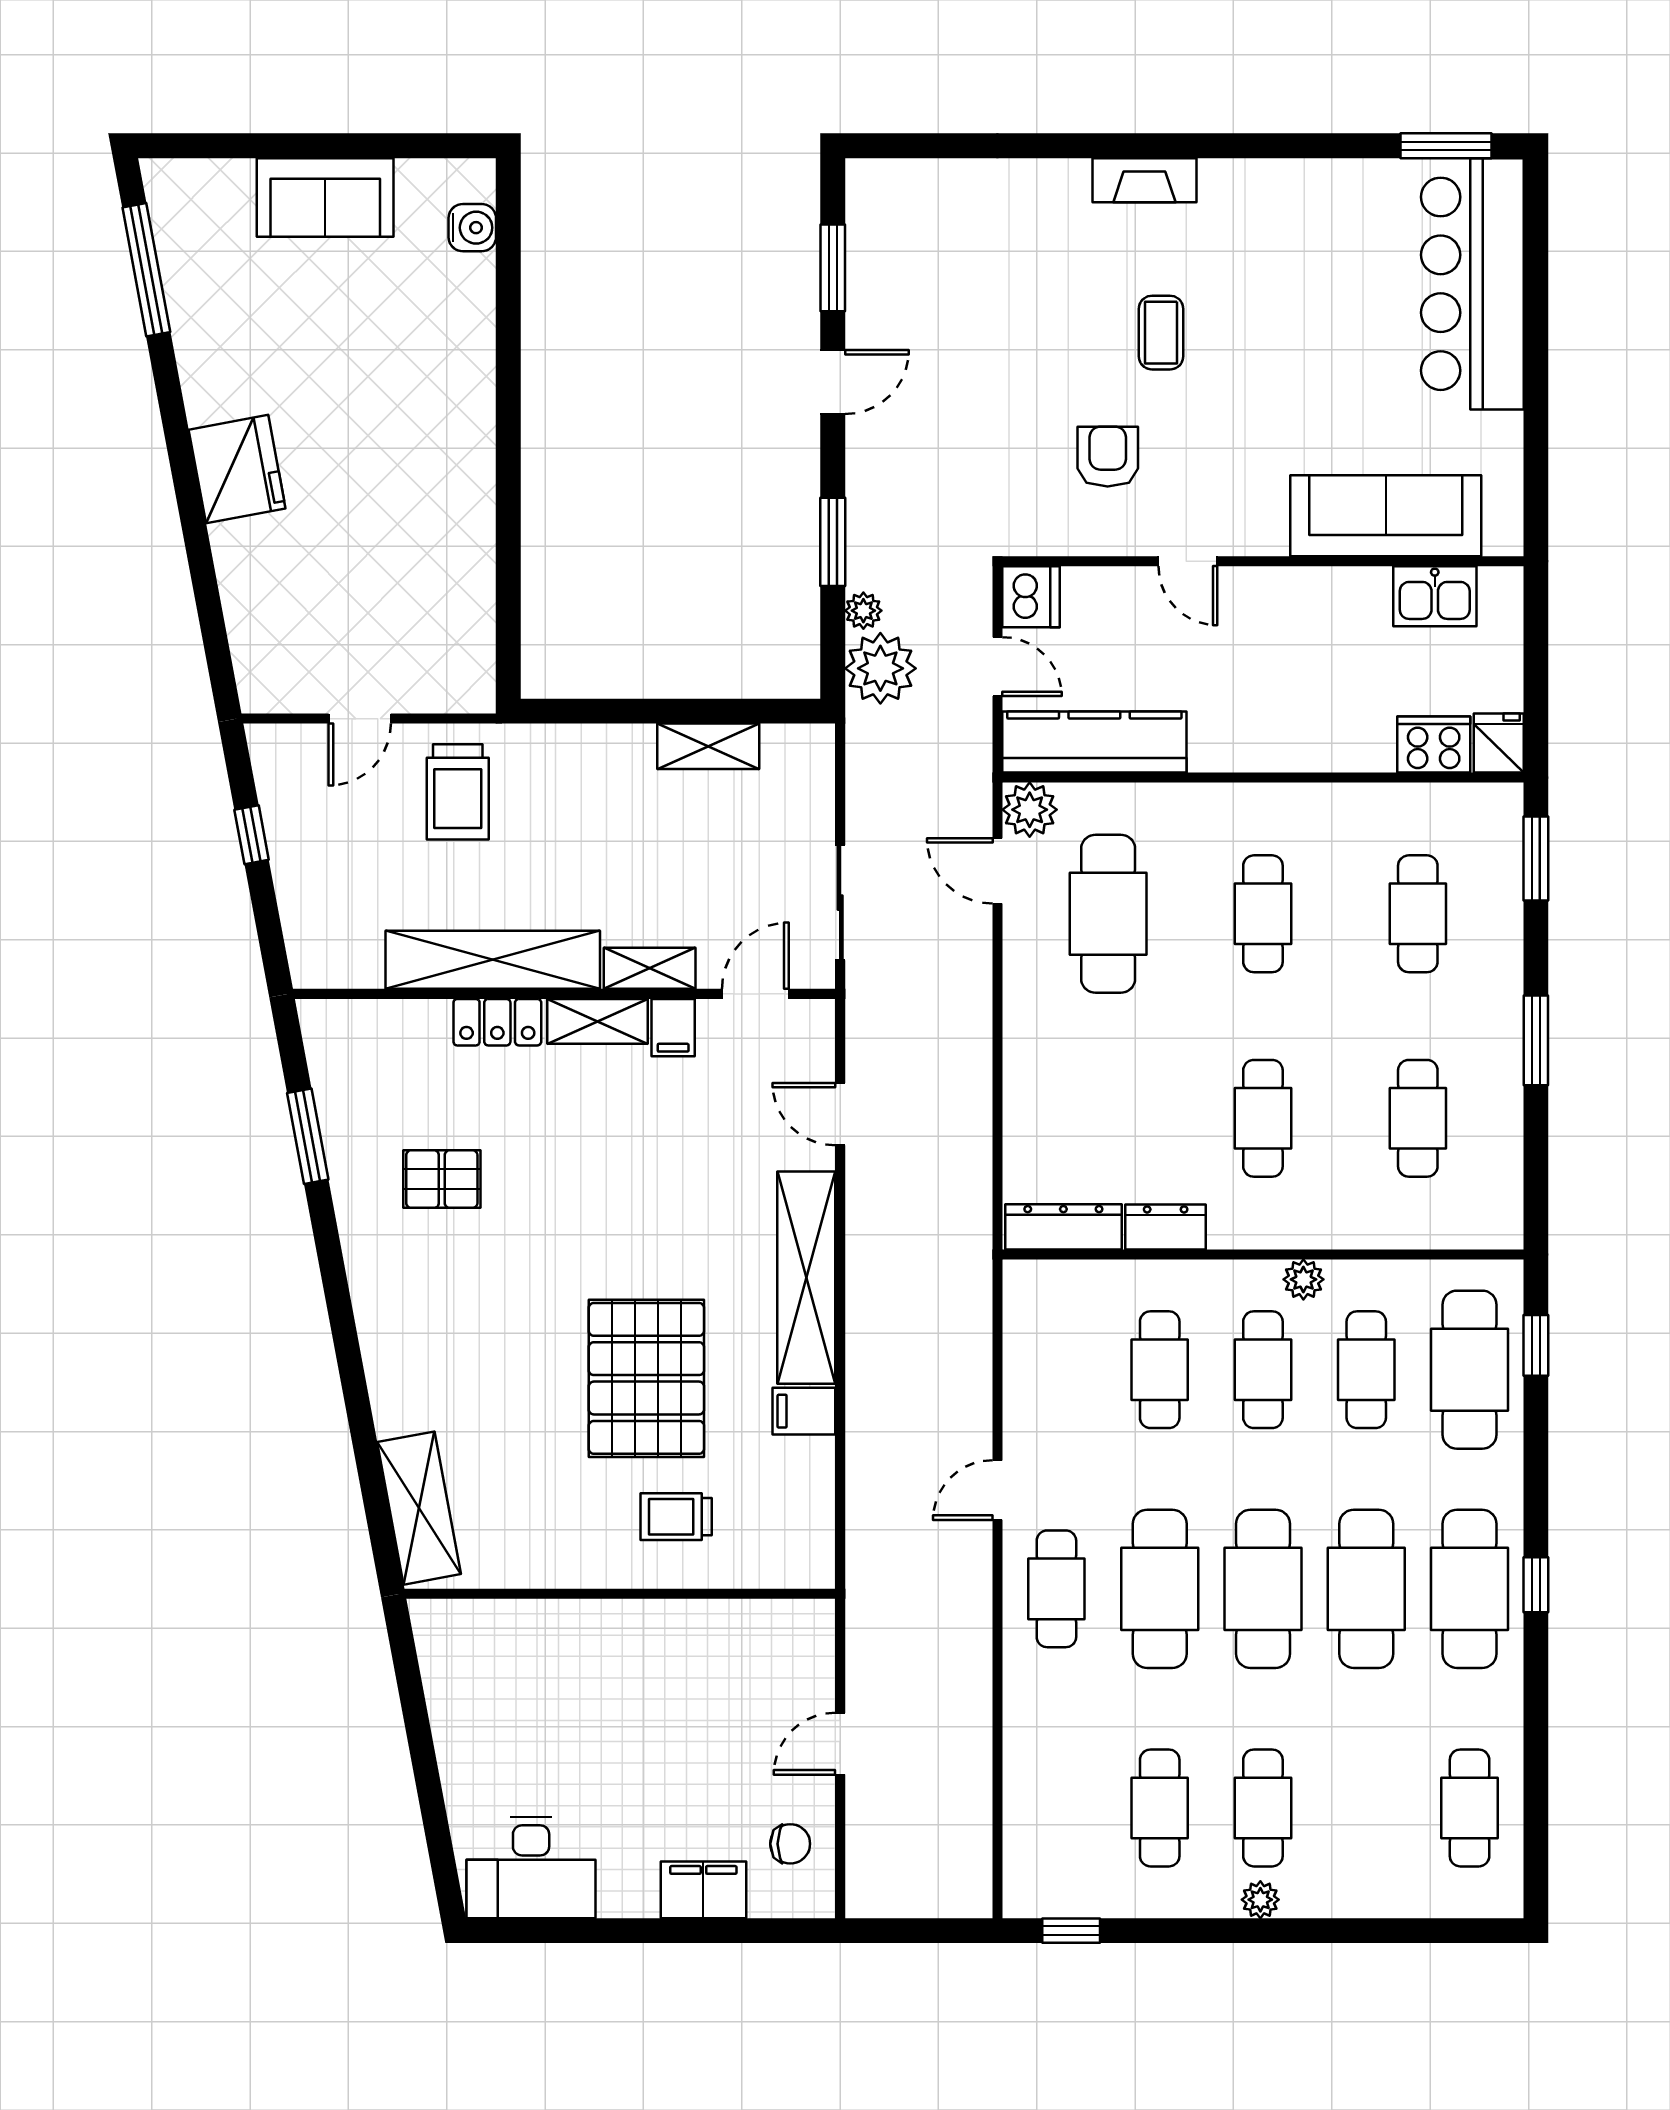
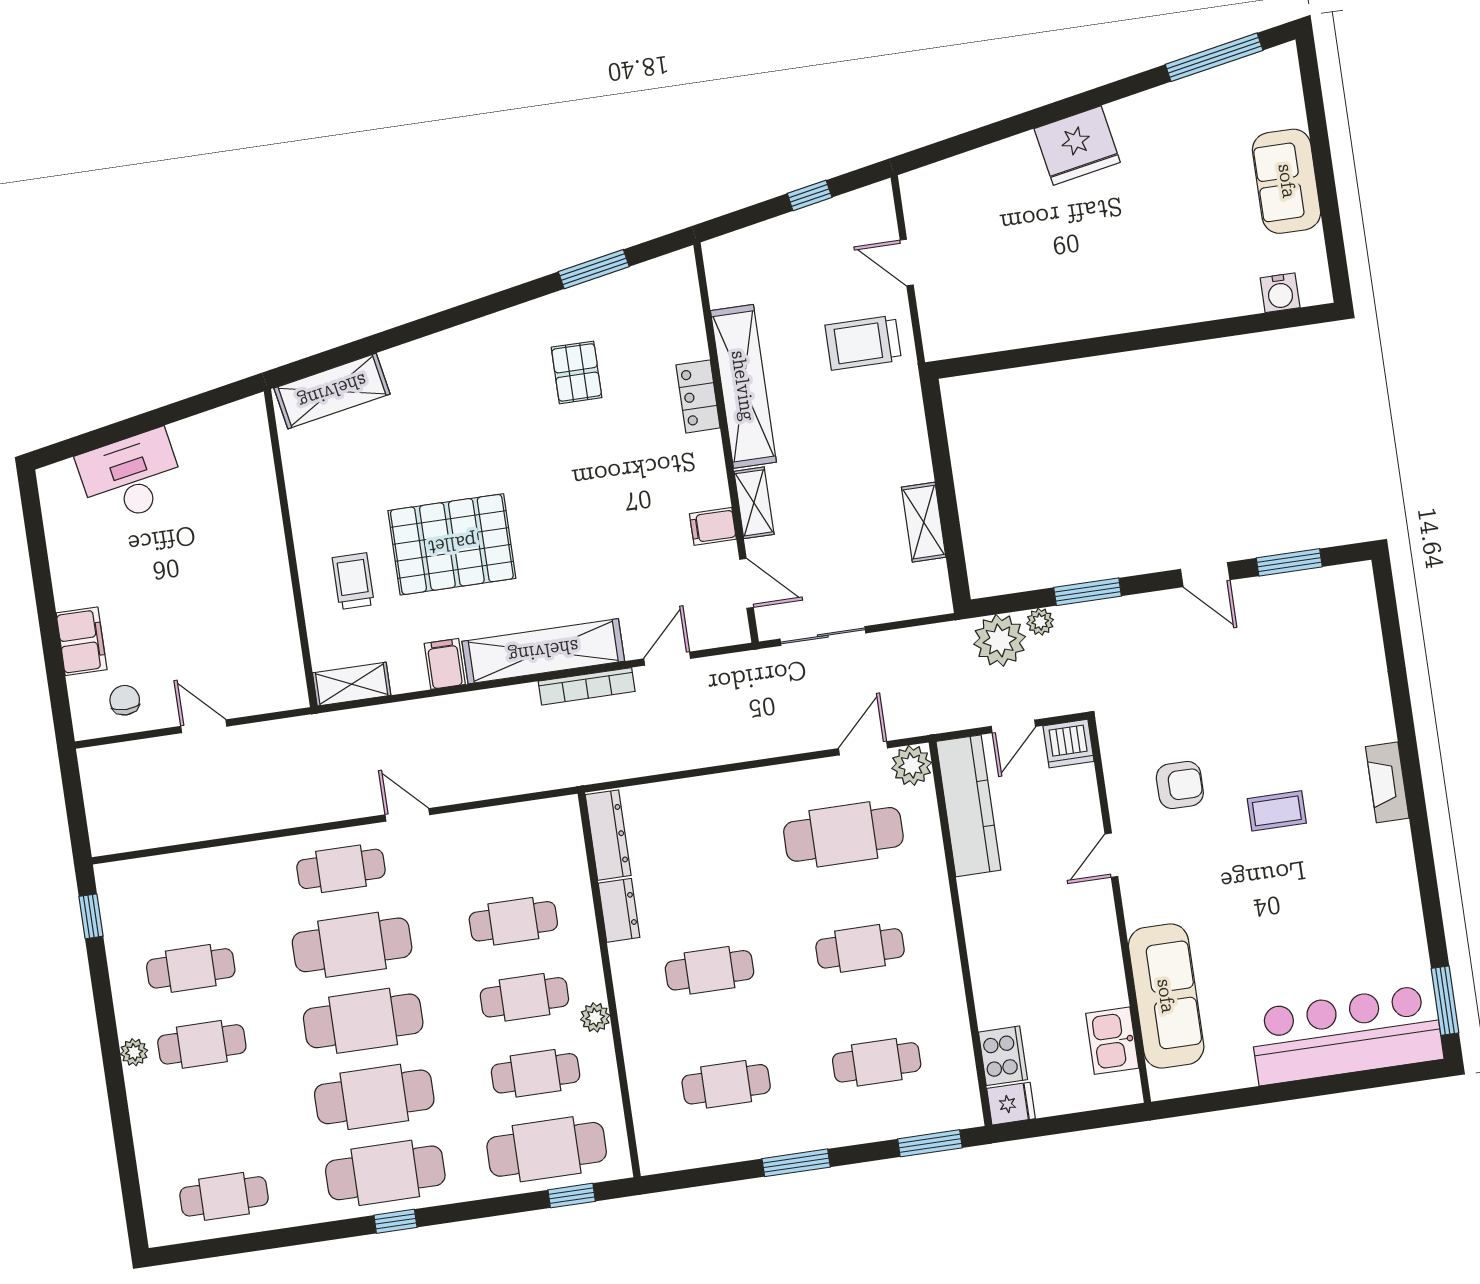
shelving: (598, 1021) -> (352, 684), moved, turned 90
bookcase: (861, 1227) -> (587, 686), added
chair: (790, 1844) -> (125, 700), turned 180
desk: (531, 1868) -> (131, 477), moved, turned 79

